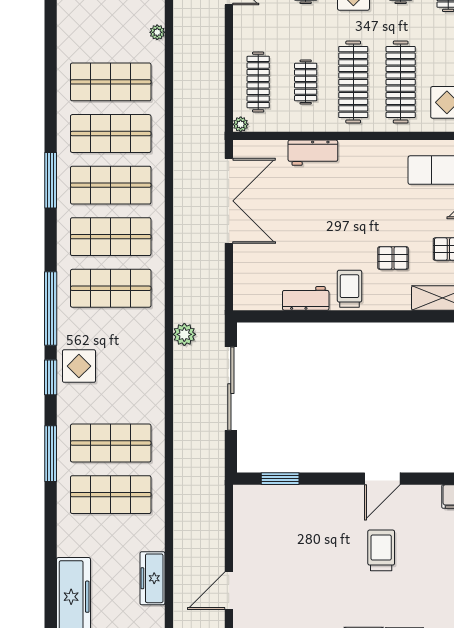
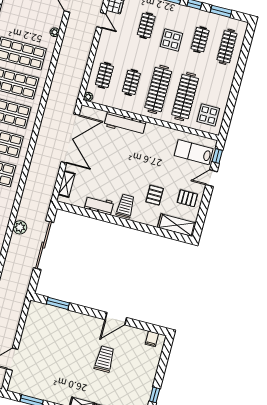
clothes rail: (258, 82) -> (104, 75), width x0.73
workbench: (313, 153) -> (125, 124), width x1.38
pallet: (393, 258) -> (155, 195), turned 90
shelving: (243, 278) -> (66, 184), added
plant: (184, 334) -> (20, 227), moved

